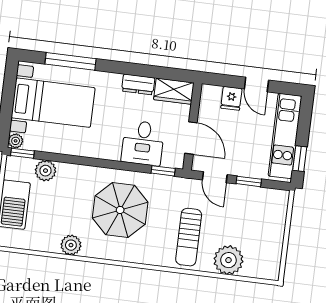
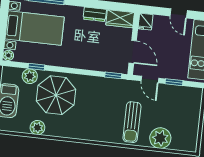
fridge: (231, 98) -> (145, 22), moved
desk: (143, 143) -> (99, 56), removed
window: (22, 153) -> (36, 67), moved
parasol: (120, 210) -> (56, 95), moved
plant: (71, 245) -> (37, 128), moved

